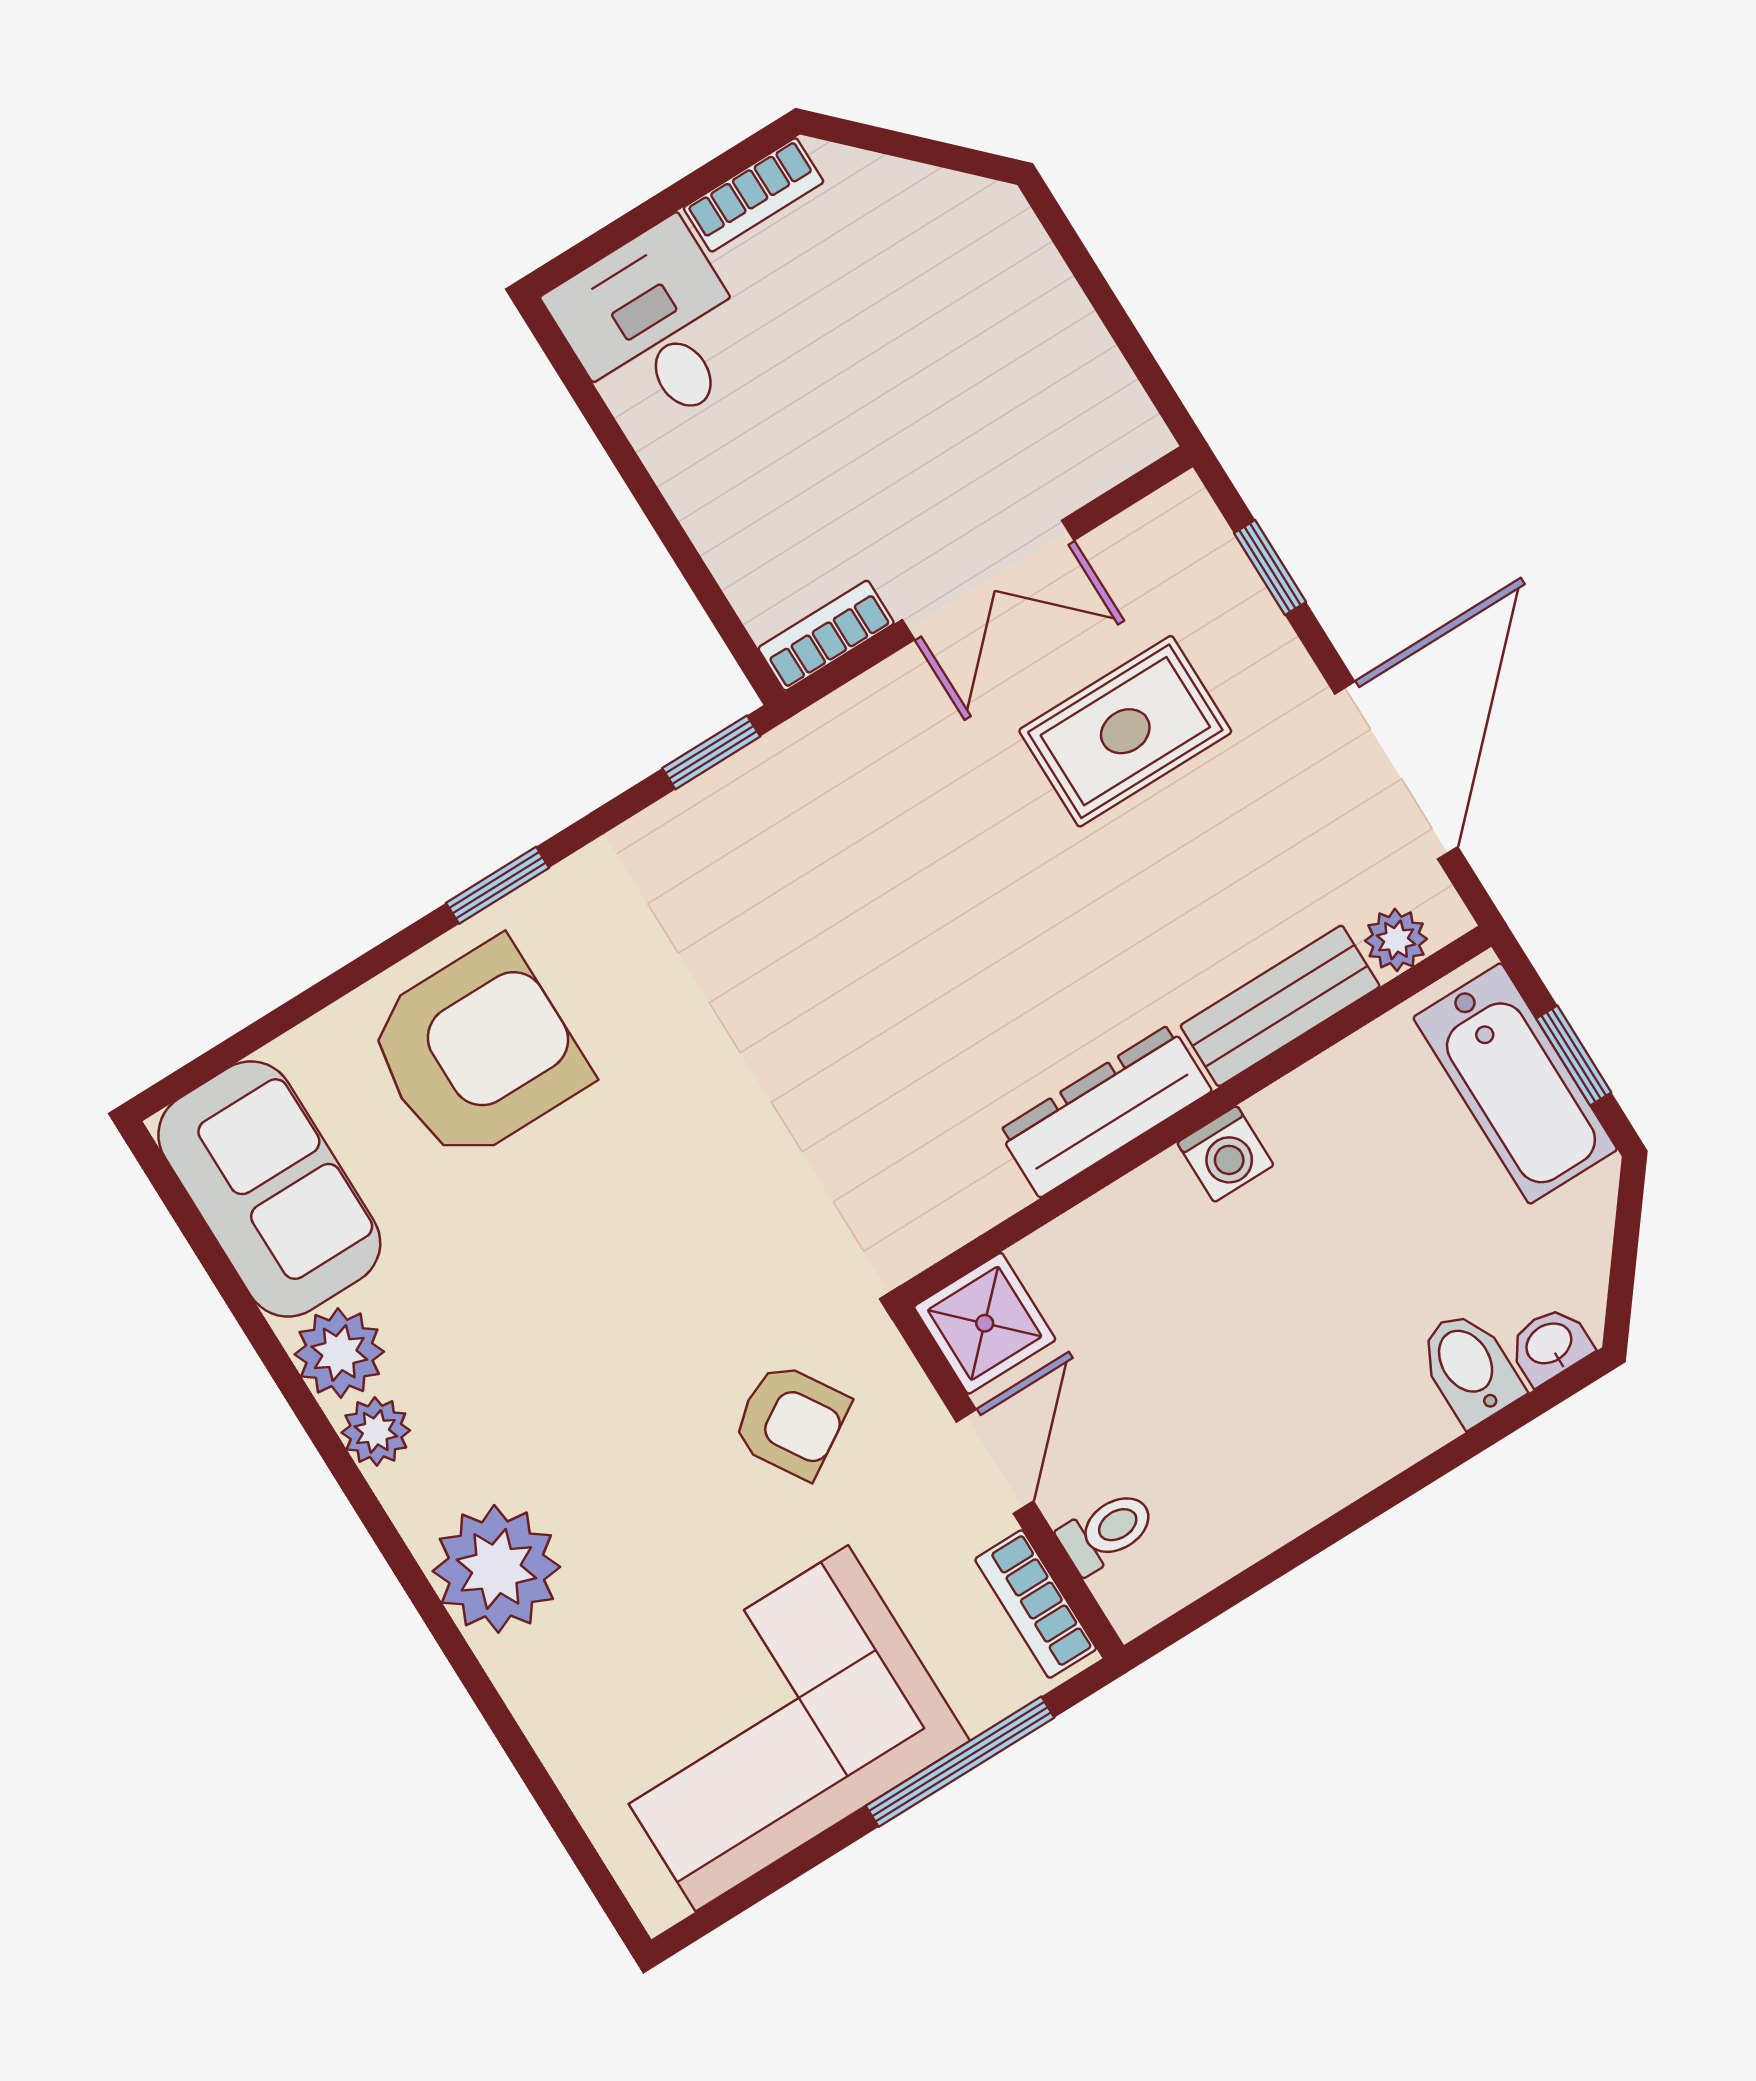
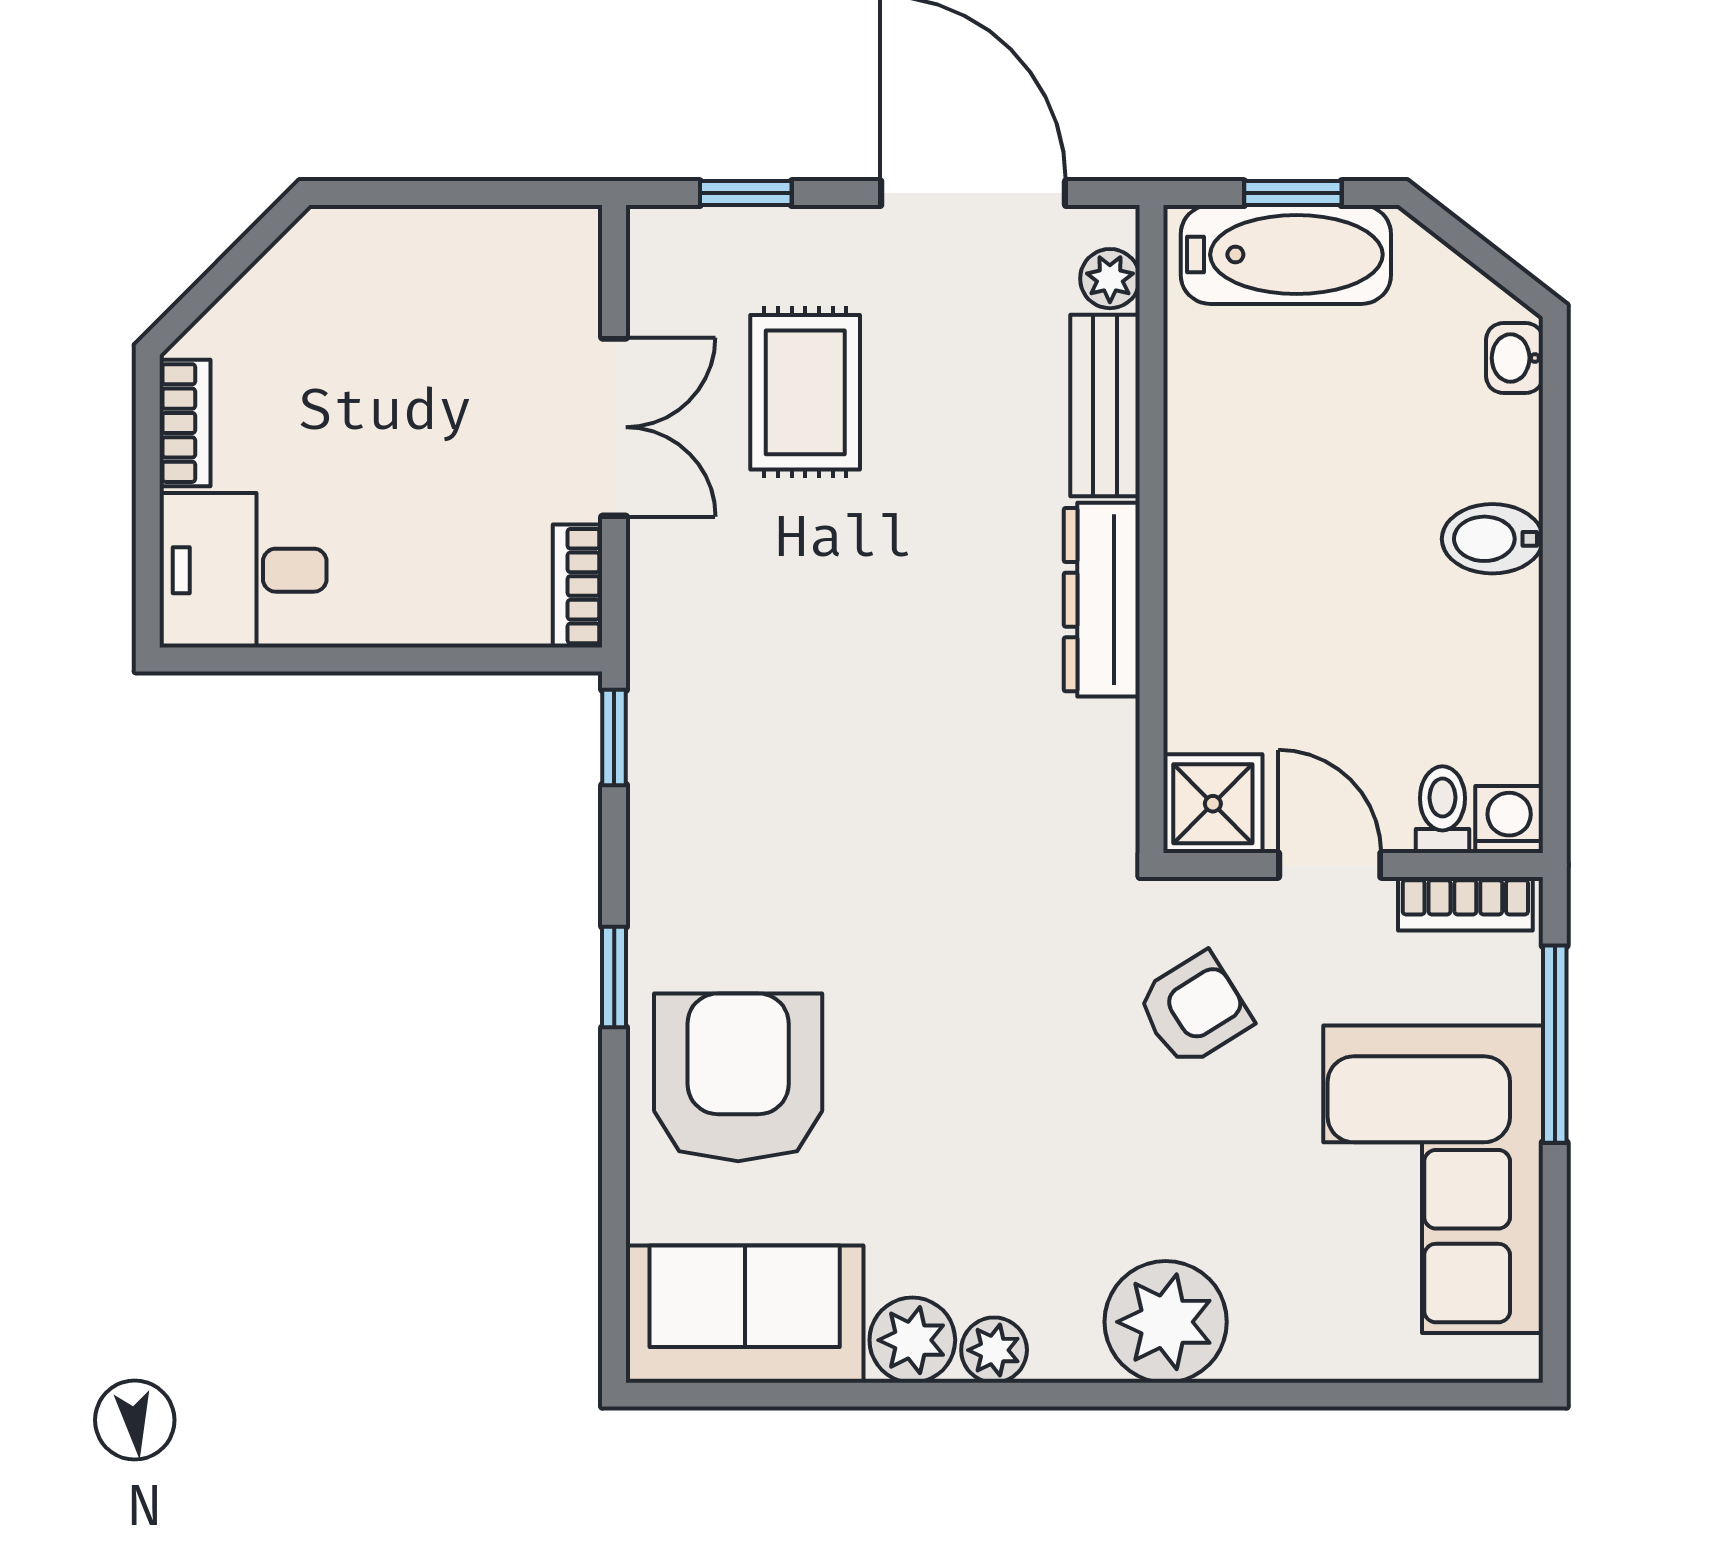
washing machine: (1225, 1154) -> (1509, 819), moved, turned -90
bidet: (1470, 1367) -> (1492, 539), moved

